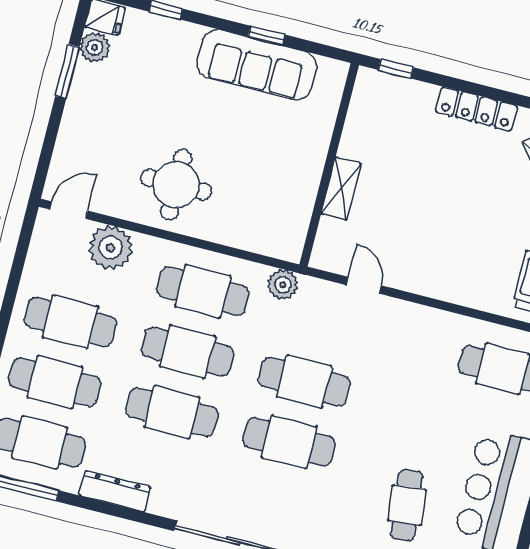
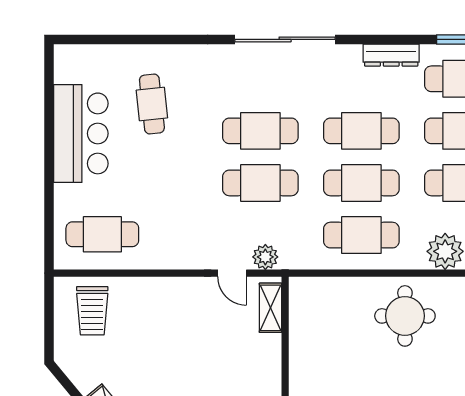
shelving: (341, 189) -> (270, 308), moved
plant: (283, 285) -> (265, 257), moved

